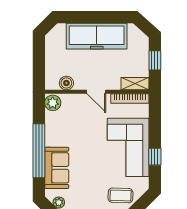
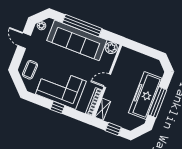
window: (99, 17) -> (157, 102), added
boiler: (66, 83) -> (121, 62), removed
window: (155, 157) -> (58, 107), moved
sofa: (57, 168) -> (77, 40), width x1.85, depth x1.27

